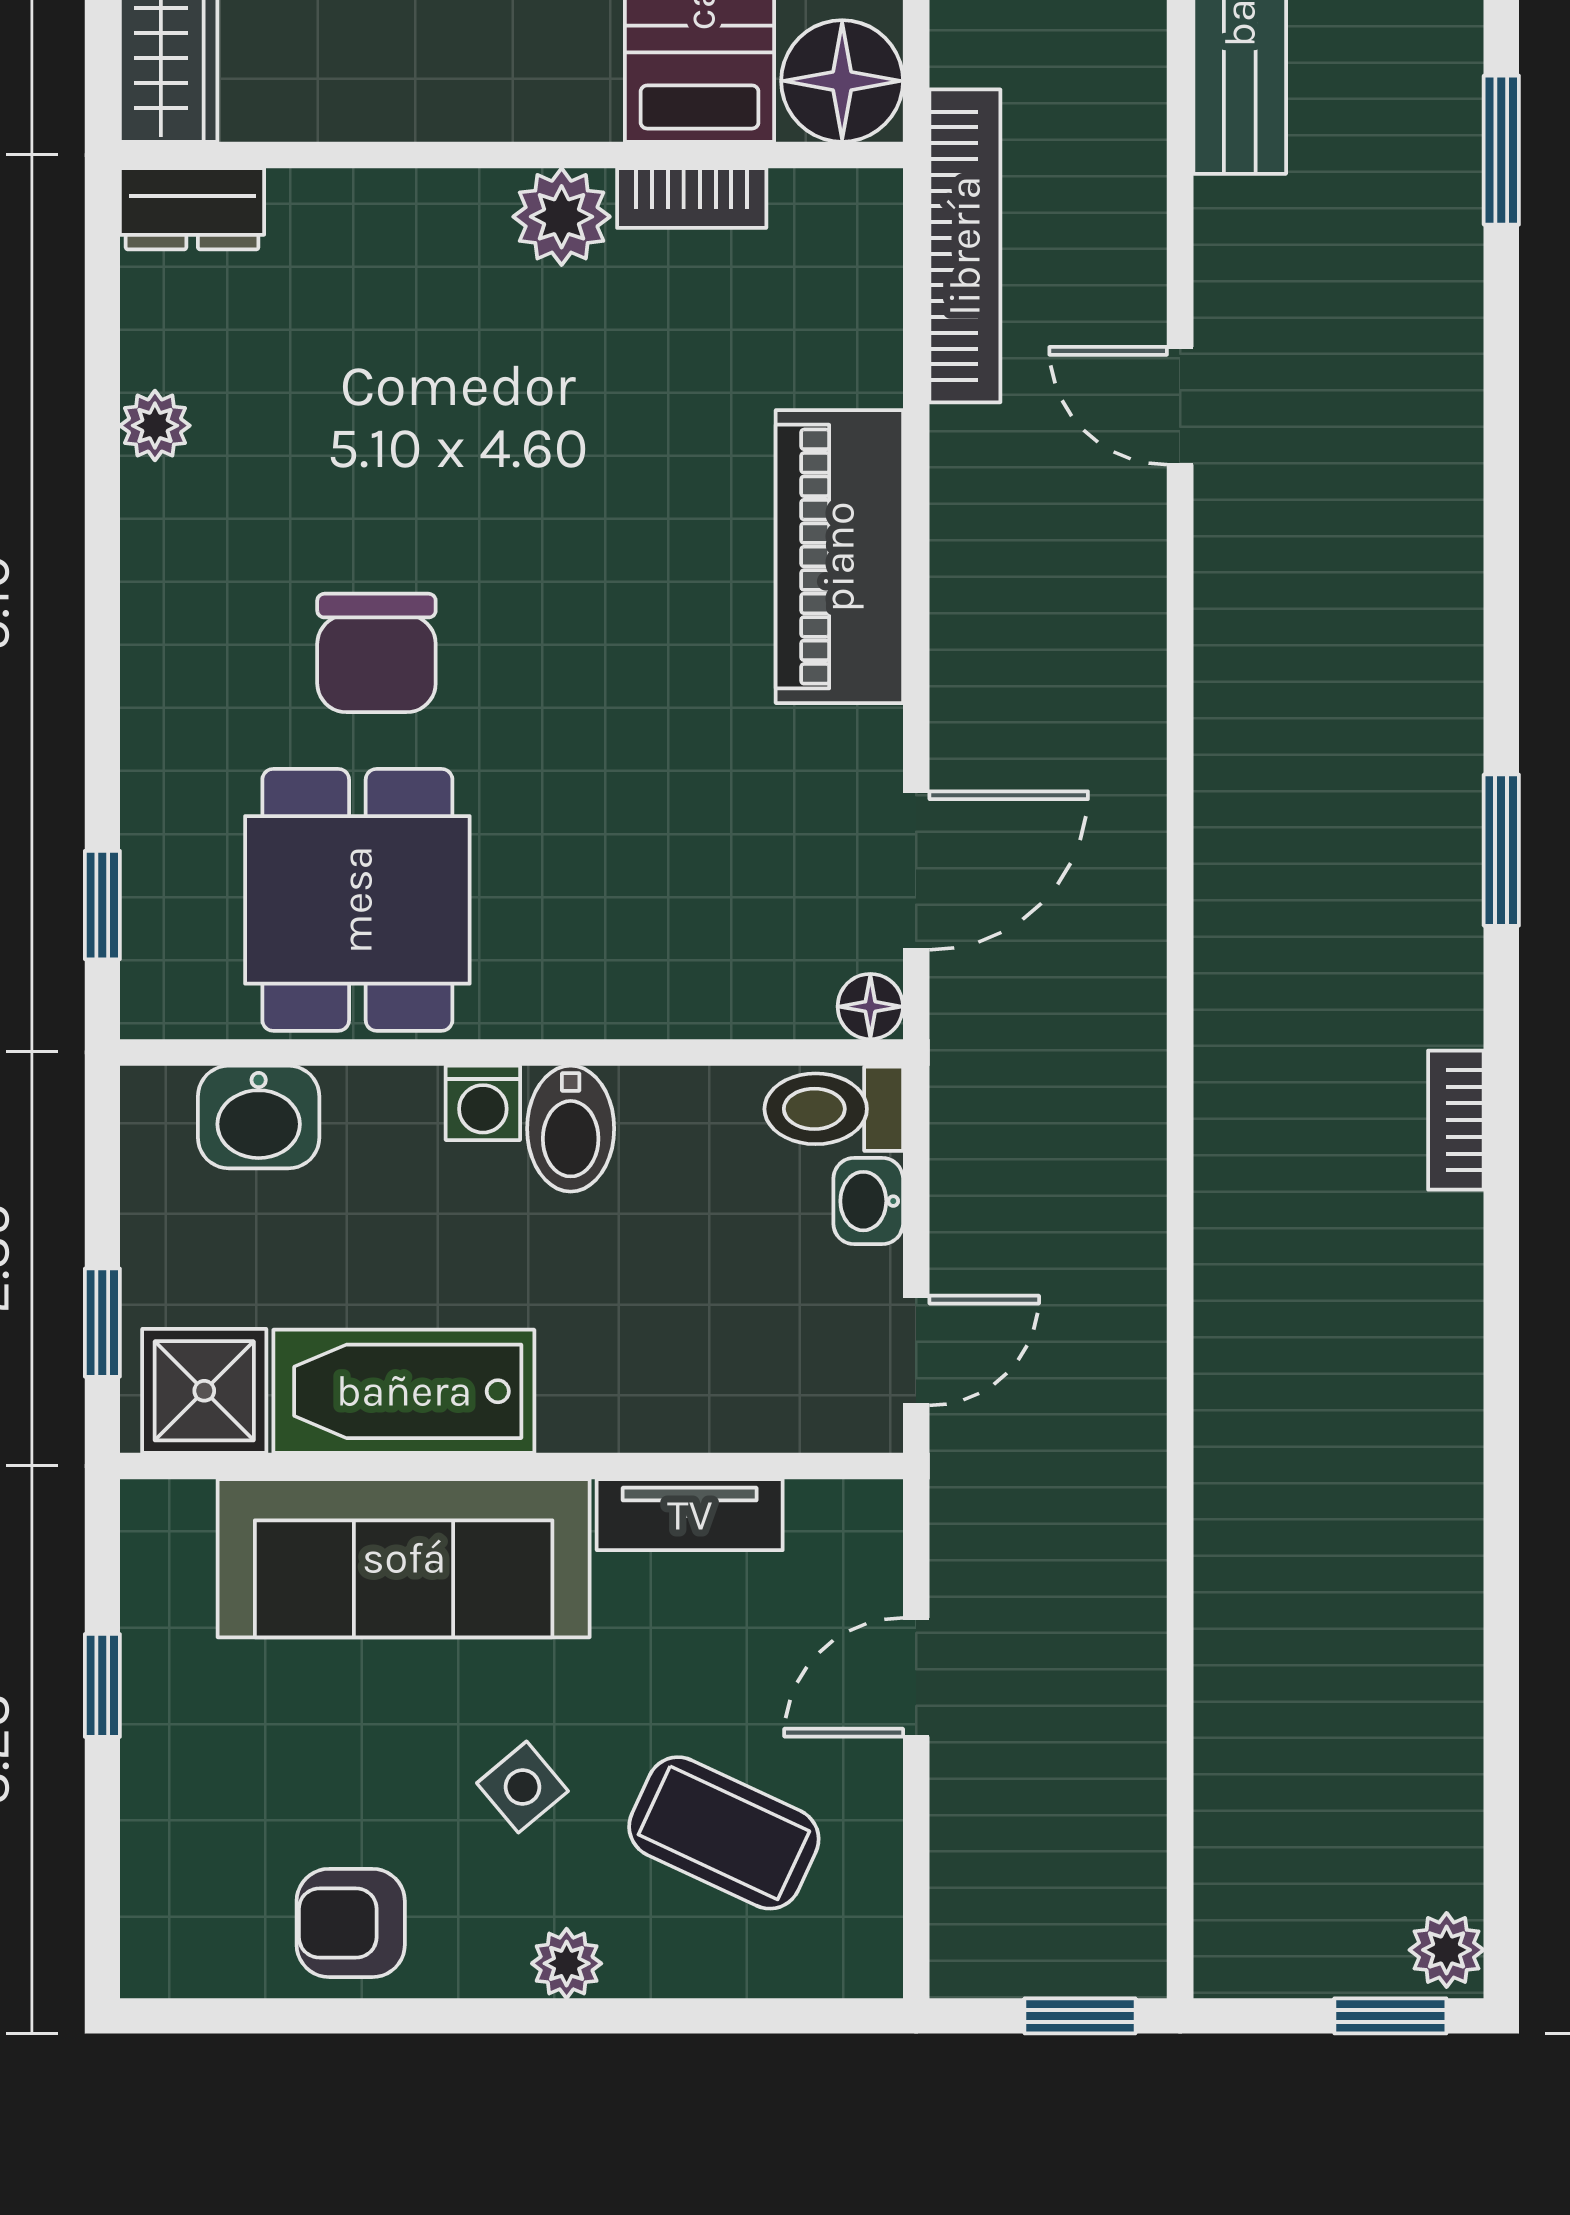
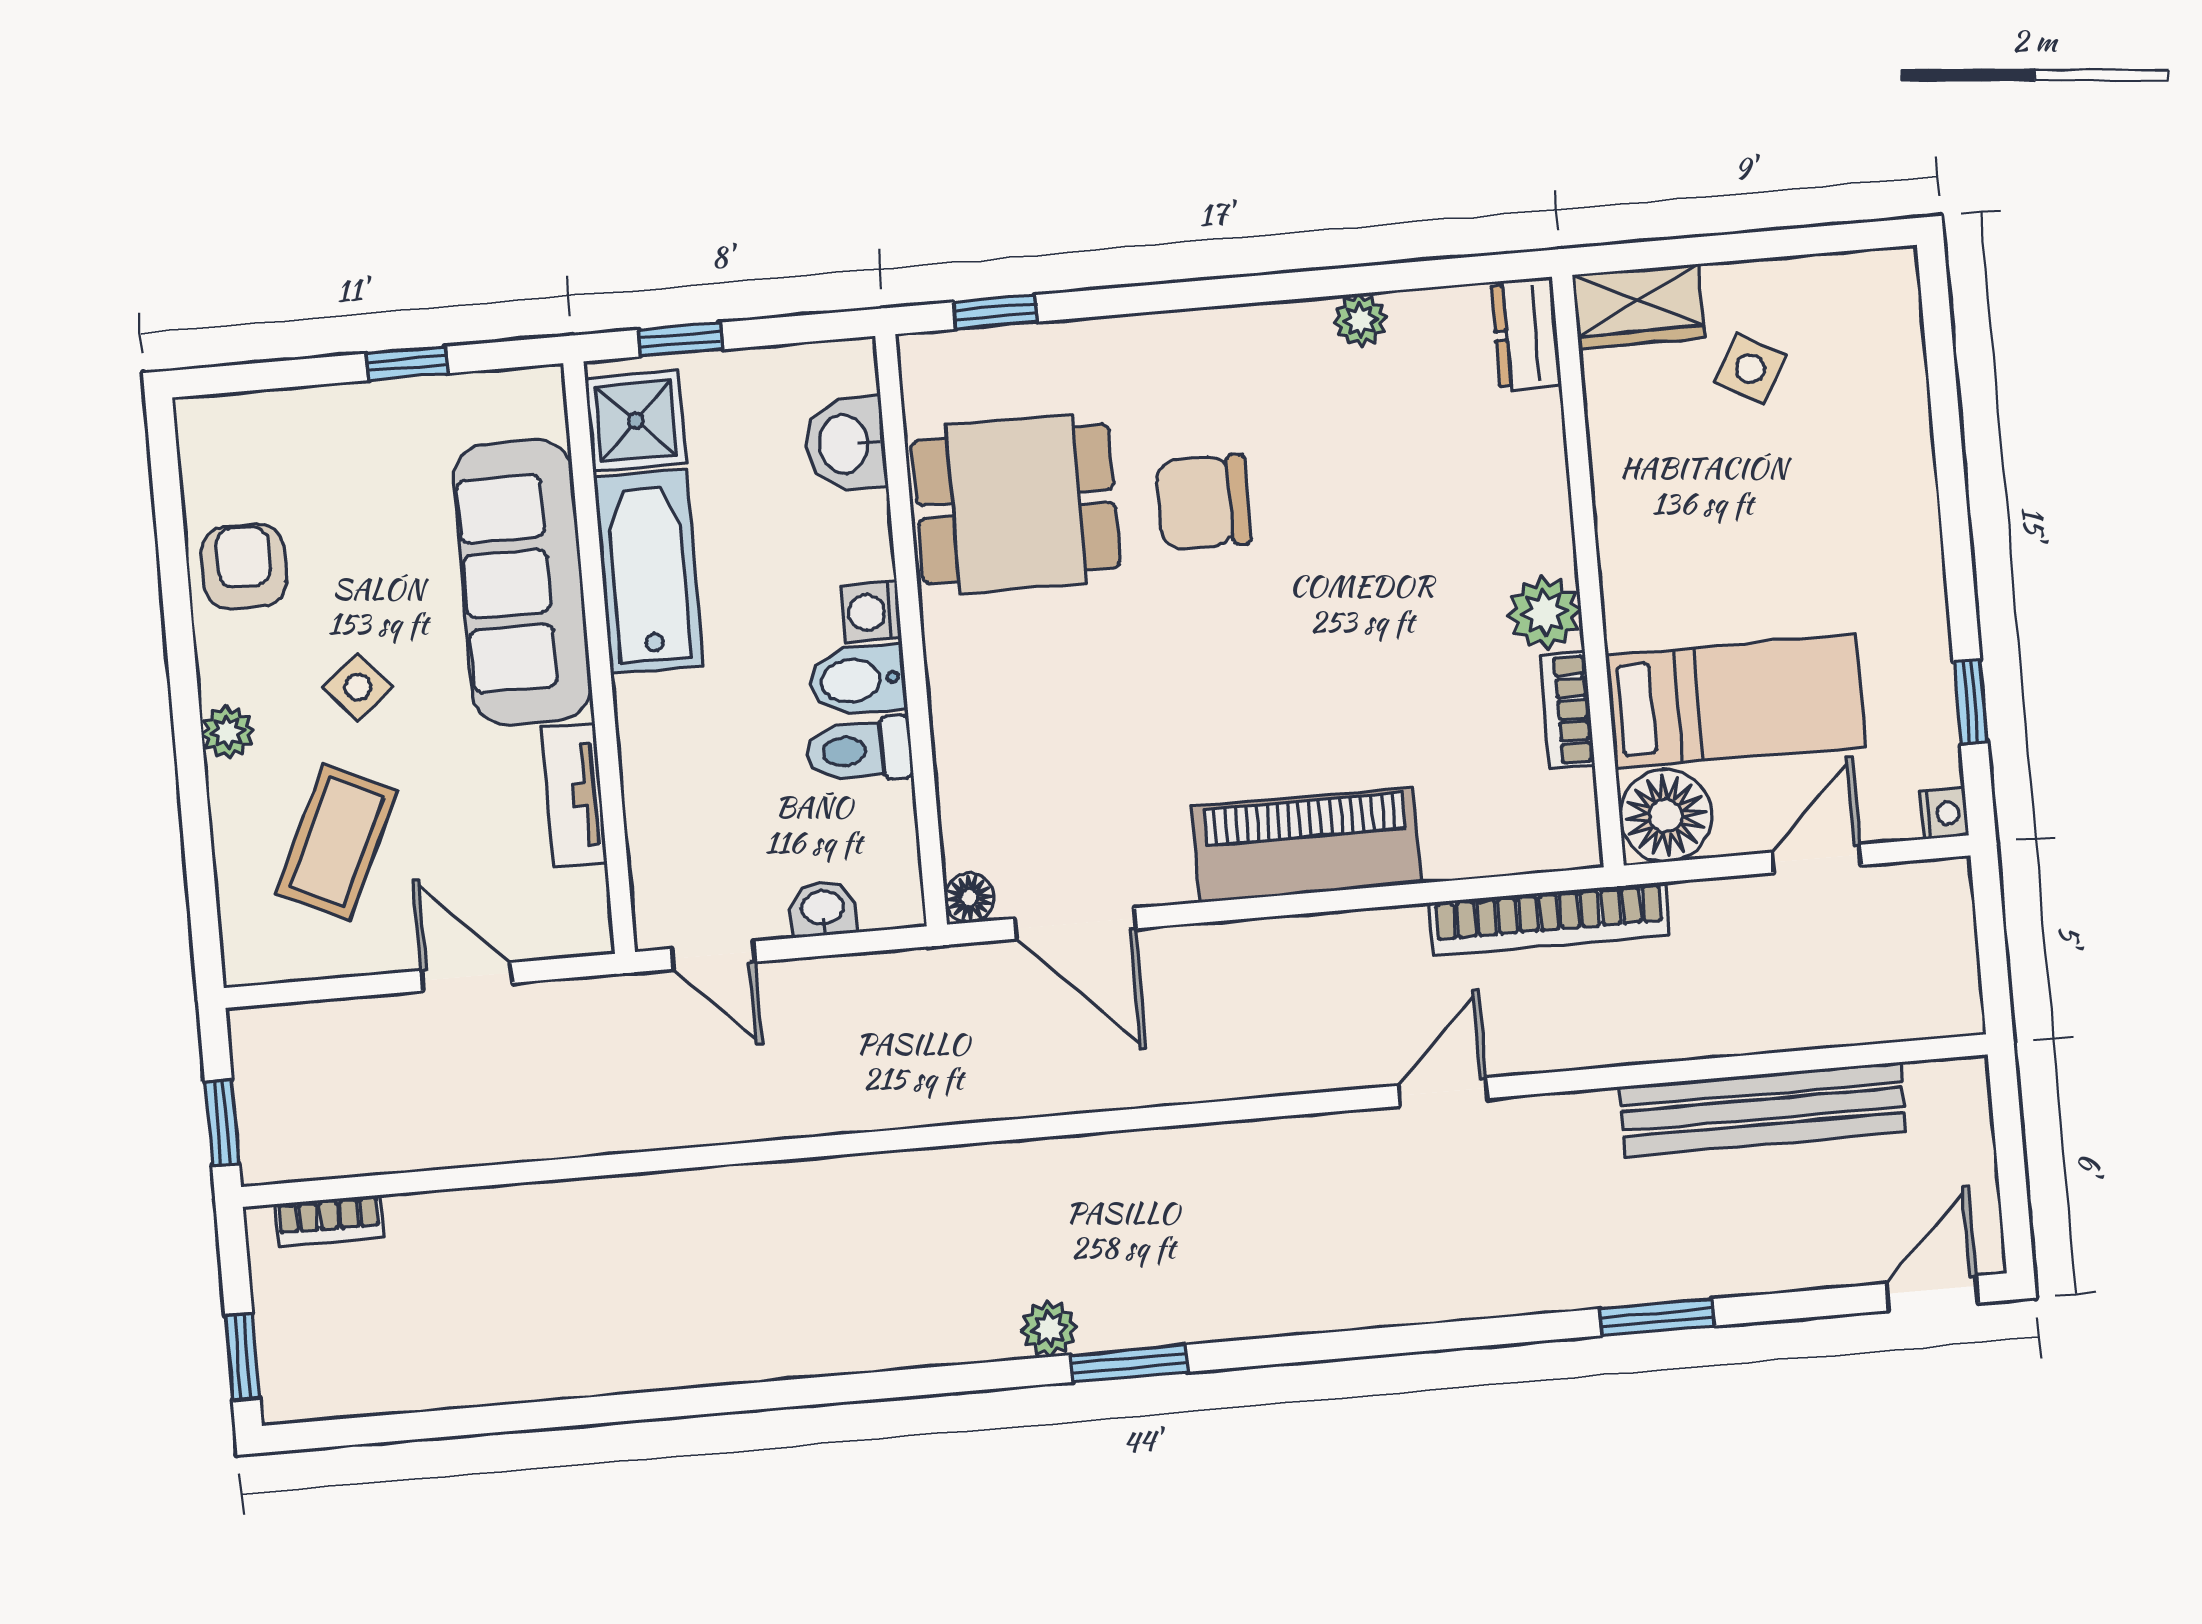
toilet: (834, 1109) -> (859, 750), moved, turned -90
bookcase: (1456, 1120) -> (329, 1221), moved, turned 180
plant: (1447, 1950) -> (1049, 1329), moved

